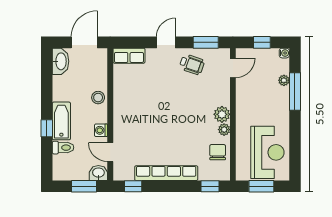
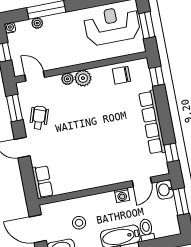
stool: (98, 98) -> (79, 223), moved
plant: (224, 130) -> (67, 79), moved

